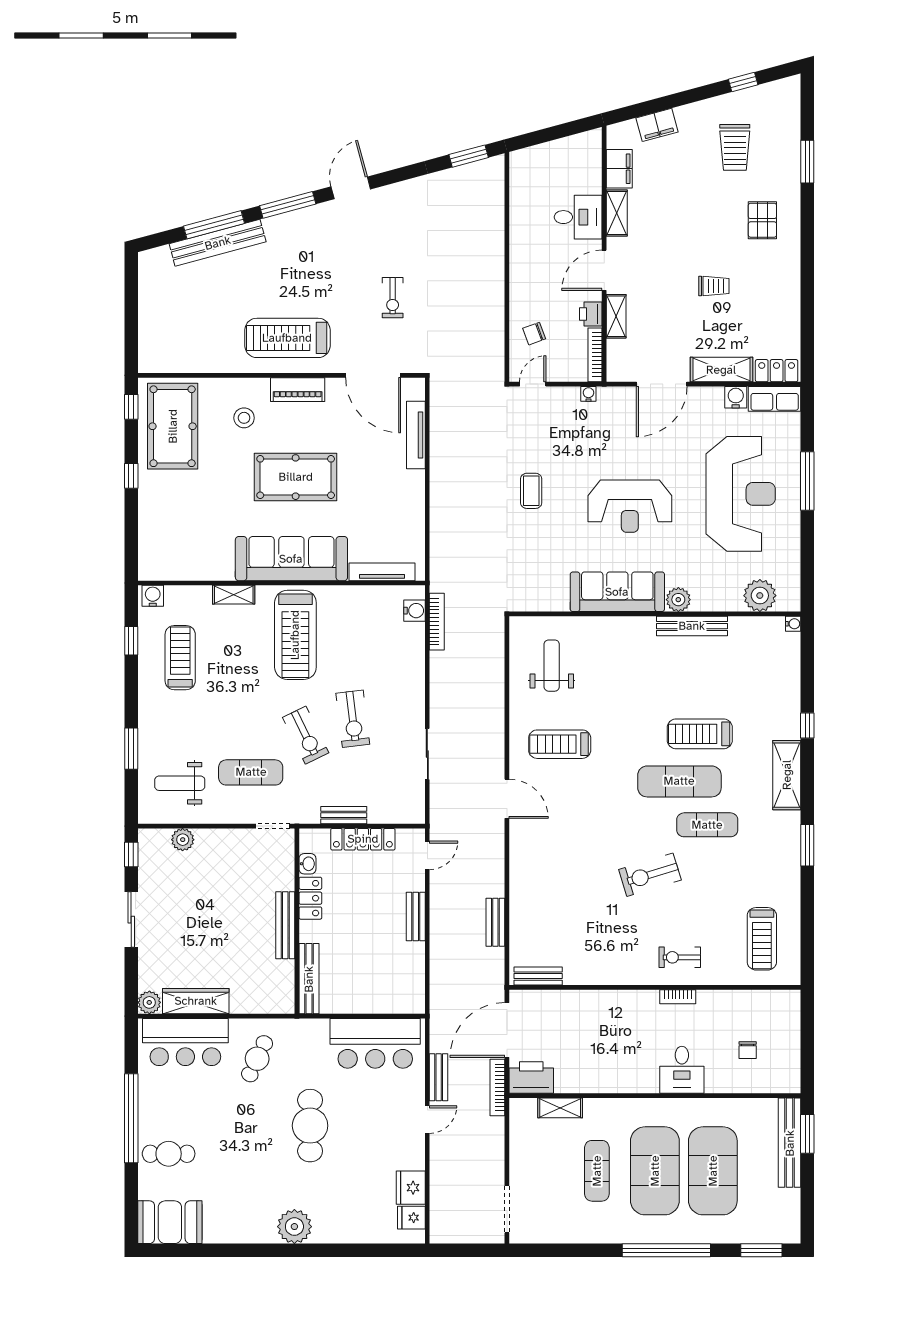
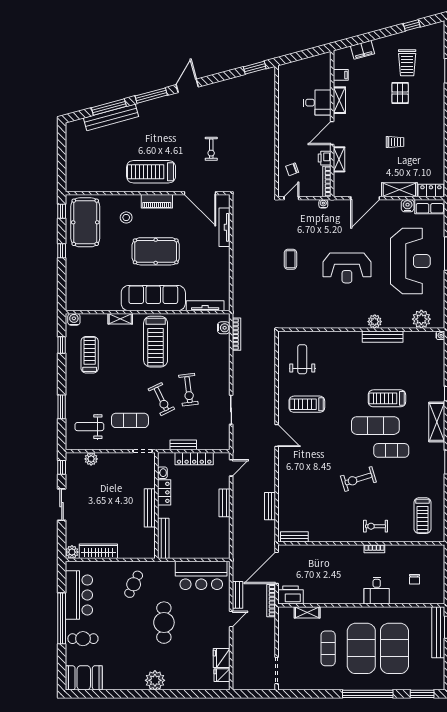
filing cabinet: (619, 169) -> (341, 75), width x0.50
pallet: (762, 220) -> (400, 93), moved
sofa: (617, 592) -> (340, 317), removed
bar counter: (185, 1042) -> (79, 595), moved, turned -90

